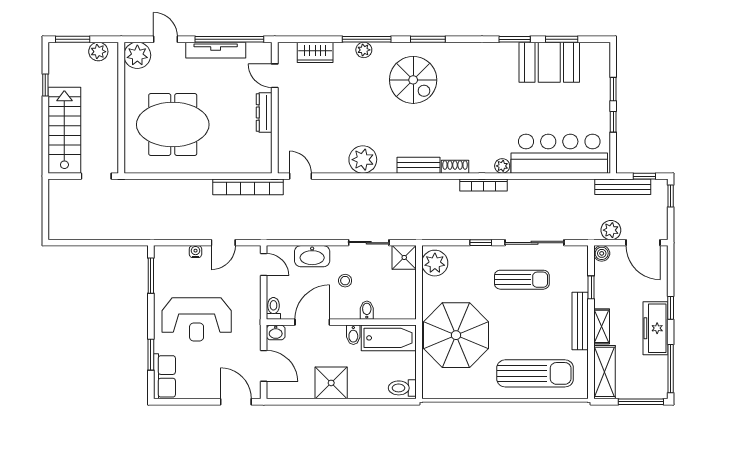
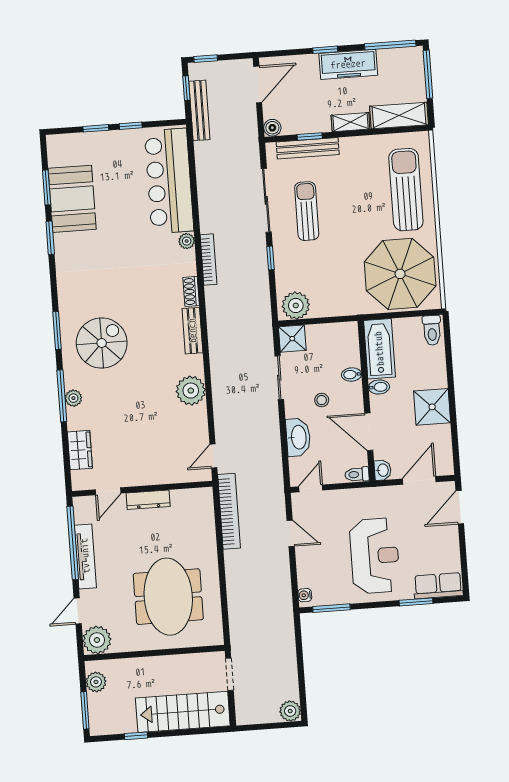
plant: (611, 230) -> (290, 711), moved
water cooler: (195, 252) -> (305, 595), moved
bench: (580, 321) -> (308, 148), moved
parasol: (456, 335) -> (400, 274), moved

